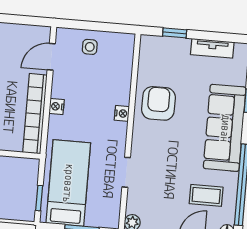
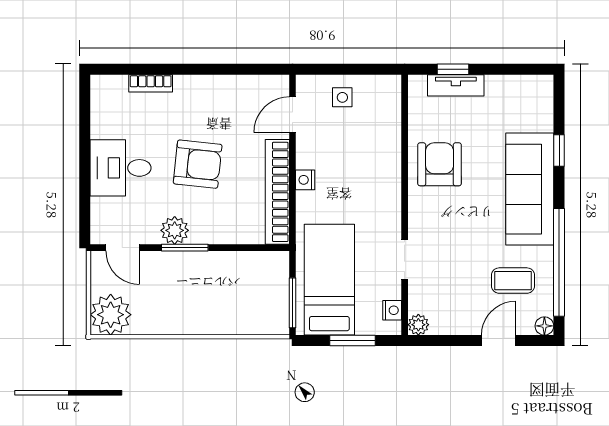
tv unit: (212, 48) -> (456, 85), moved
nightstand: (122, 113) -> (392, 310), moved
window: (39, 198) -> (293, 303), width x1.50

